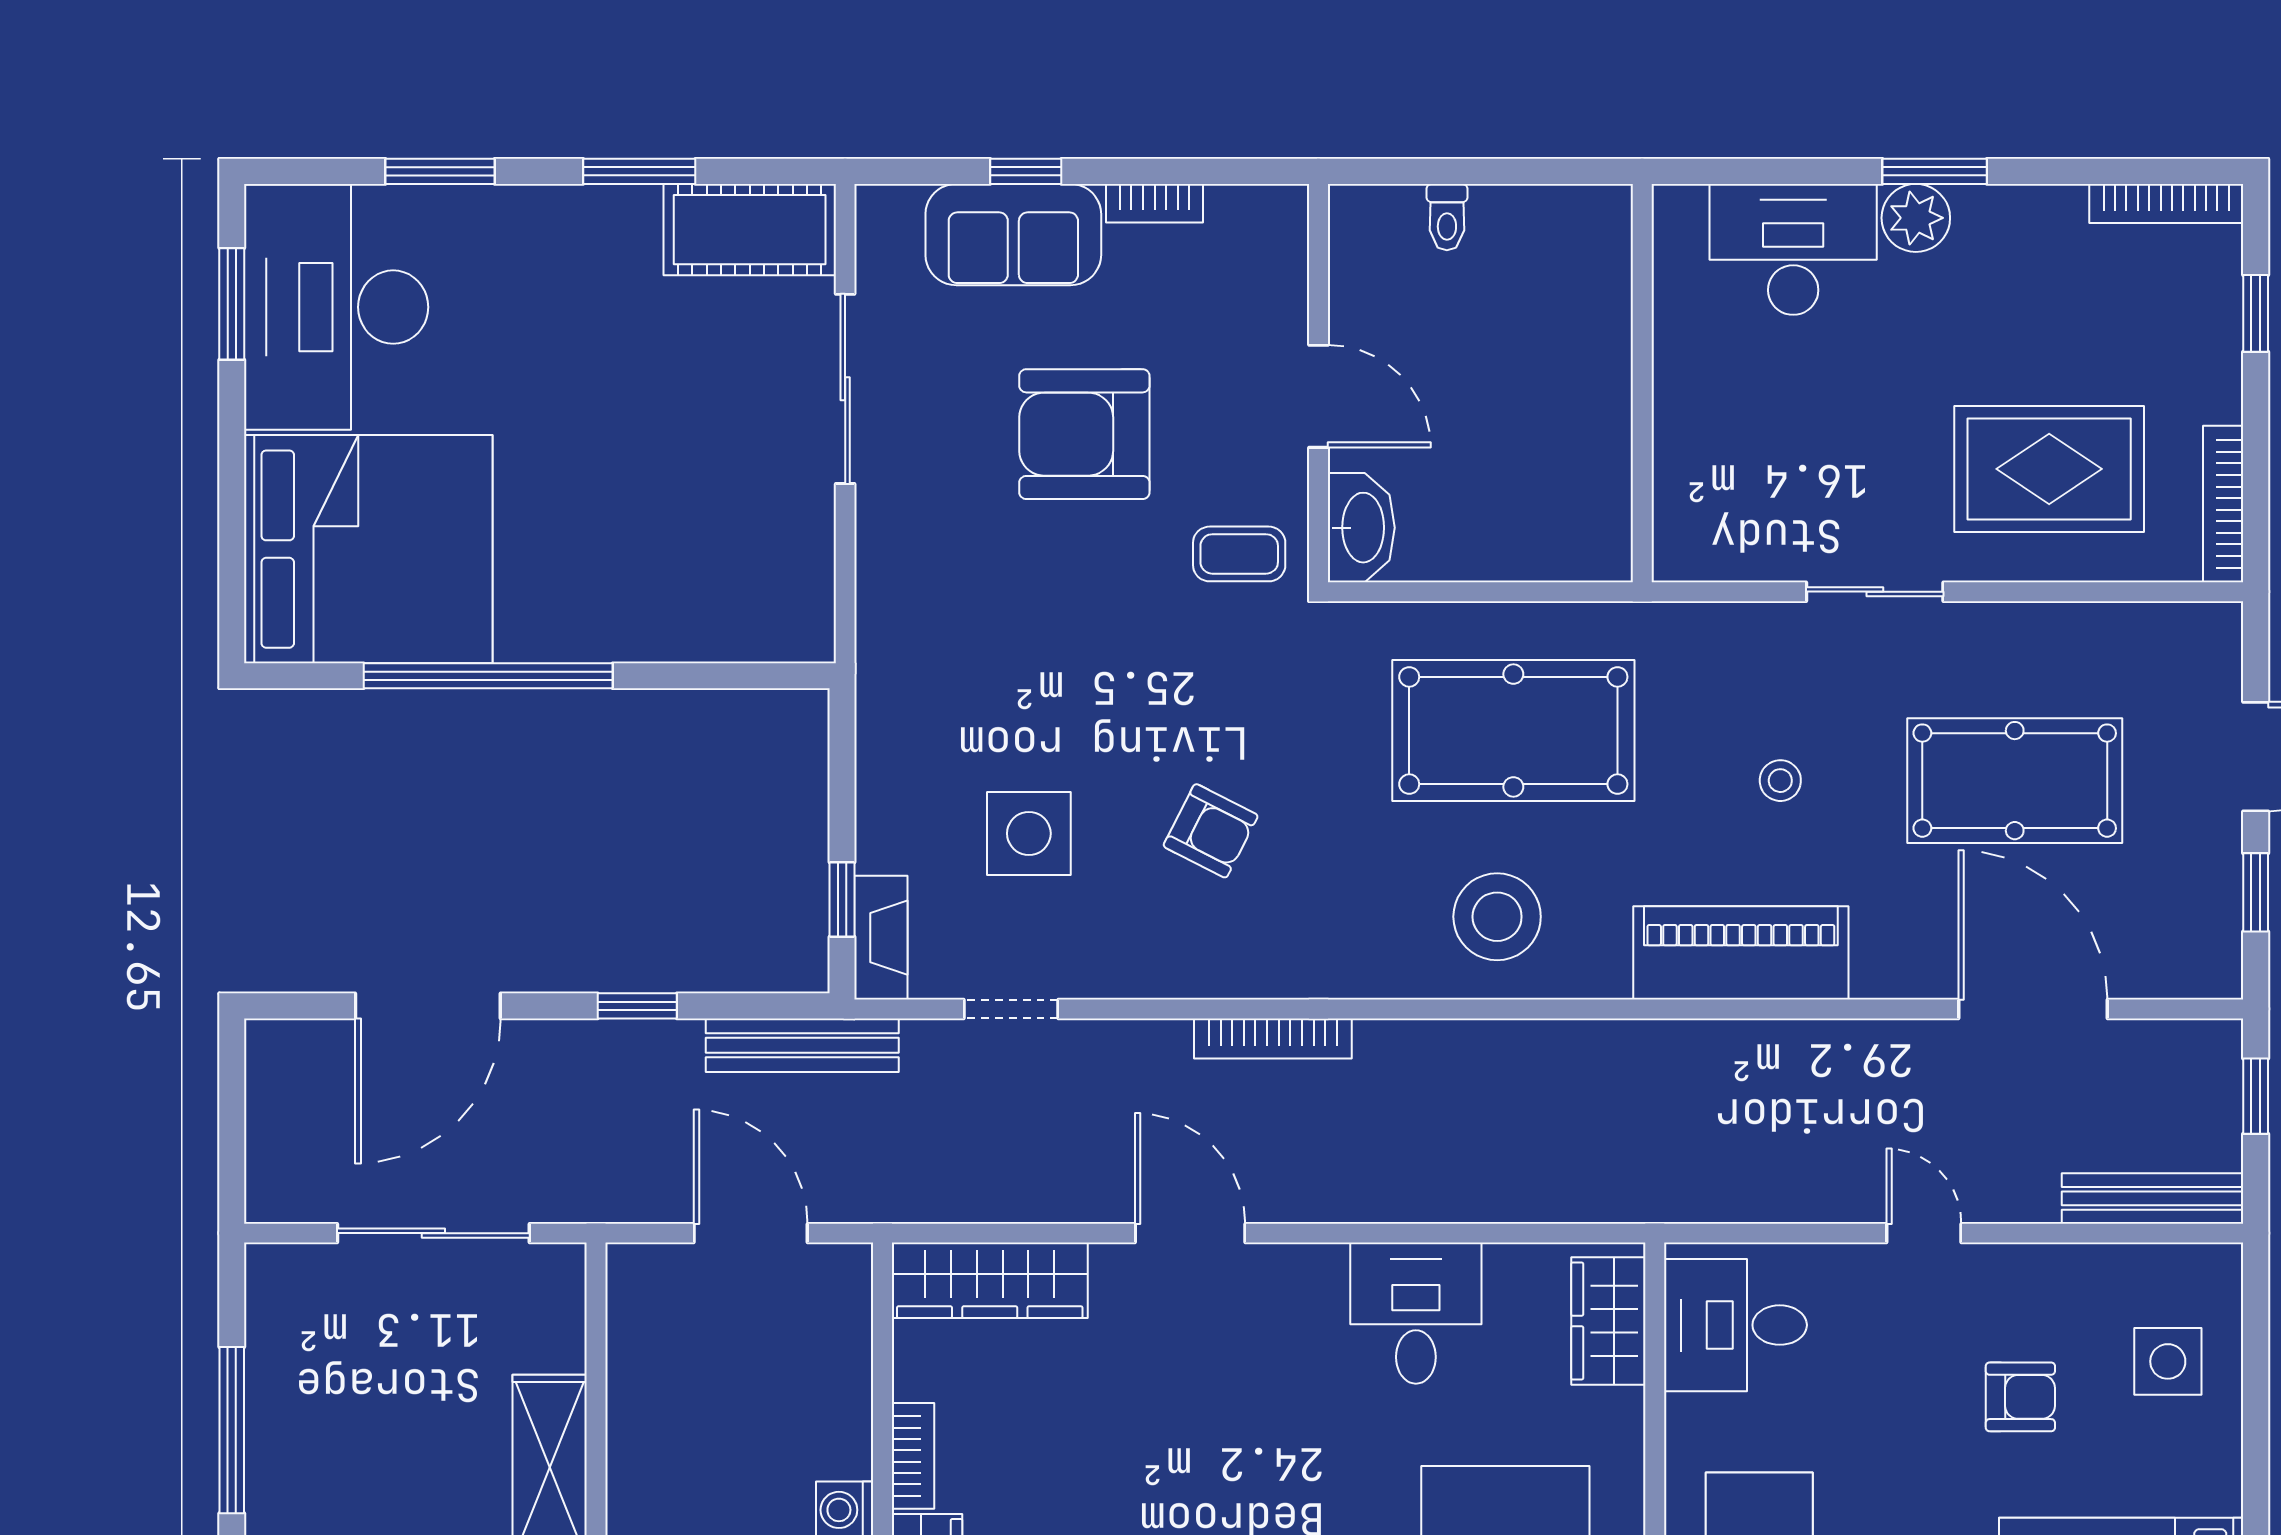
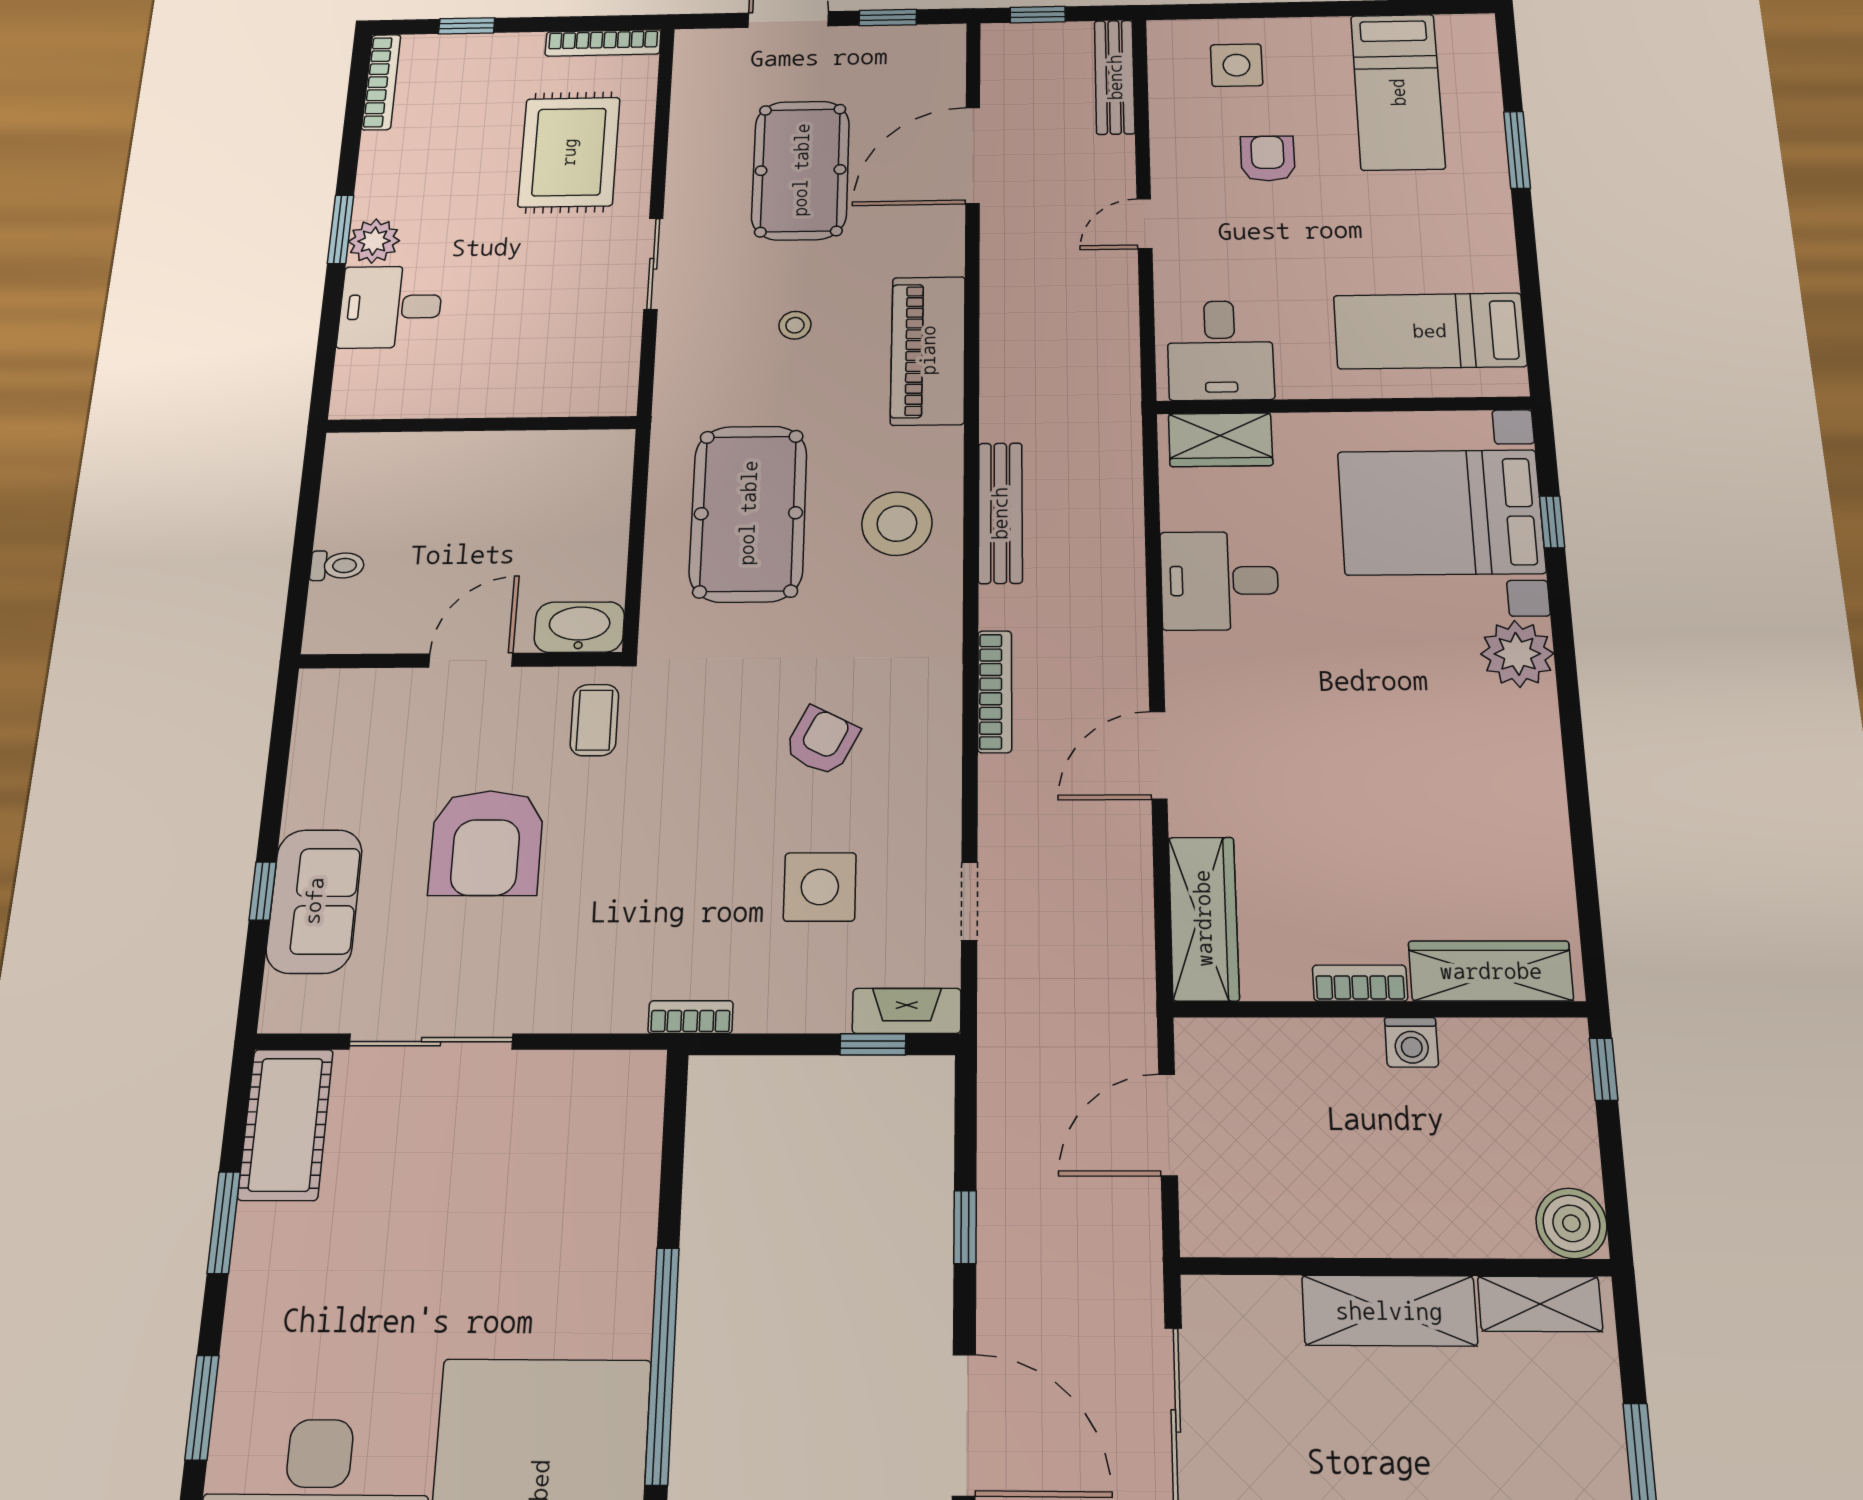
bookcase: (1155, 203) -> (691, 1017), moved, turned -90
desk: (1793, 249) -> (390, 307), width x0.73
bench: (802, 1045) -> (1000, 513), moved

